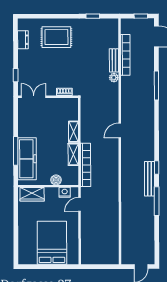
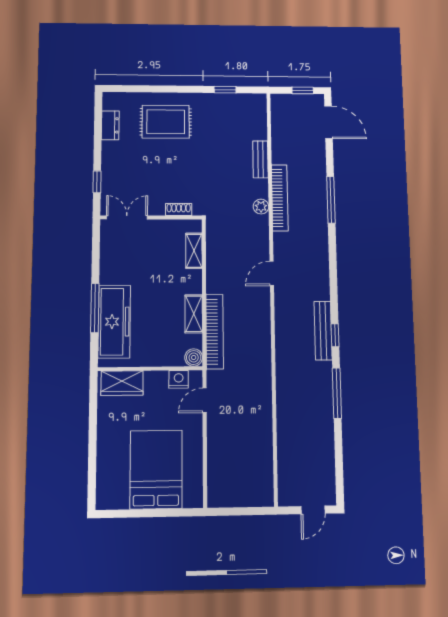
bookcase: (125, 55) -> (280, 198), moved
plant: (114, 78) -> (261, 207), moved
shelving: (74, 132) -> (194, 251), moved
bench: (150, 179) -> (323, 331), moved
boiler: (56, 180) -> (194, 358), moved

